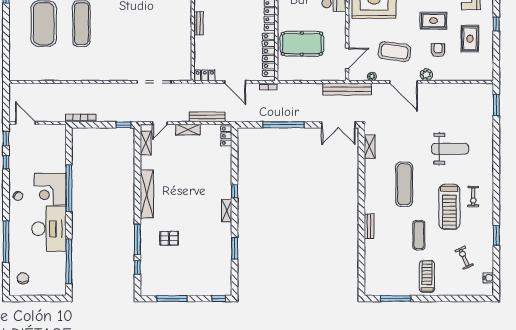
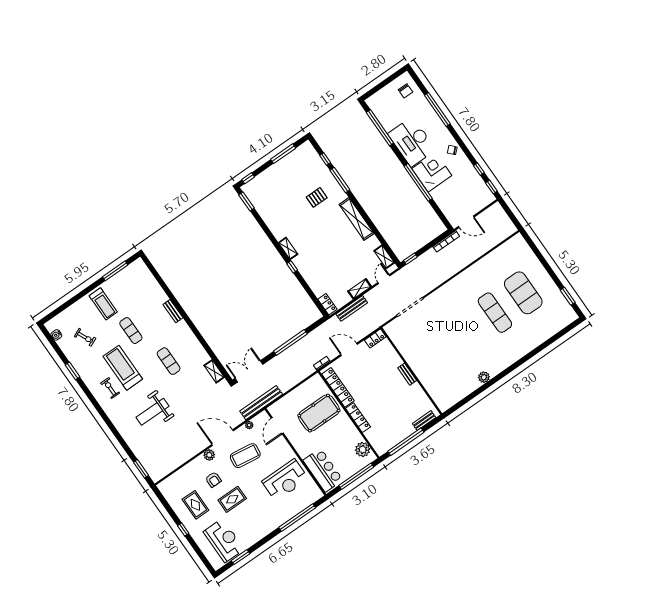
door: (25, 123) -> (466, 222), moved
exercise mat: (404, 184) -> (169, 361), width x0.73, depth x0.69
window: (235, 248) -> (246, 201), moved

